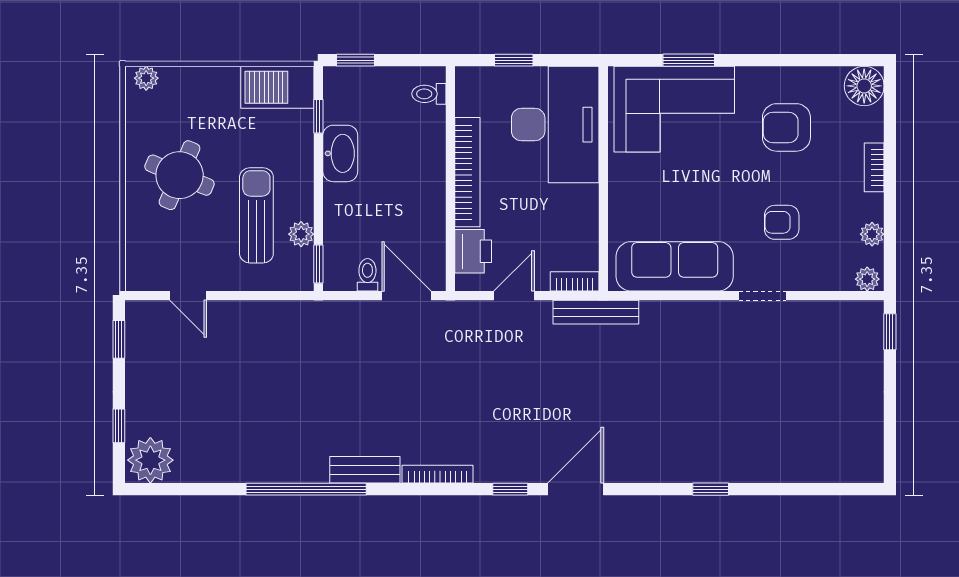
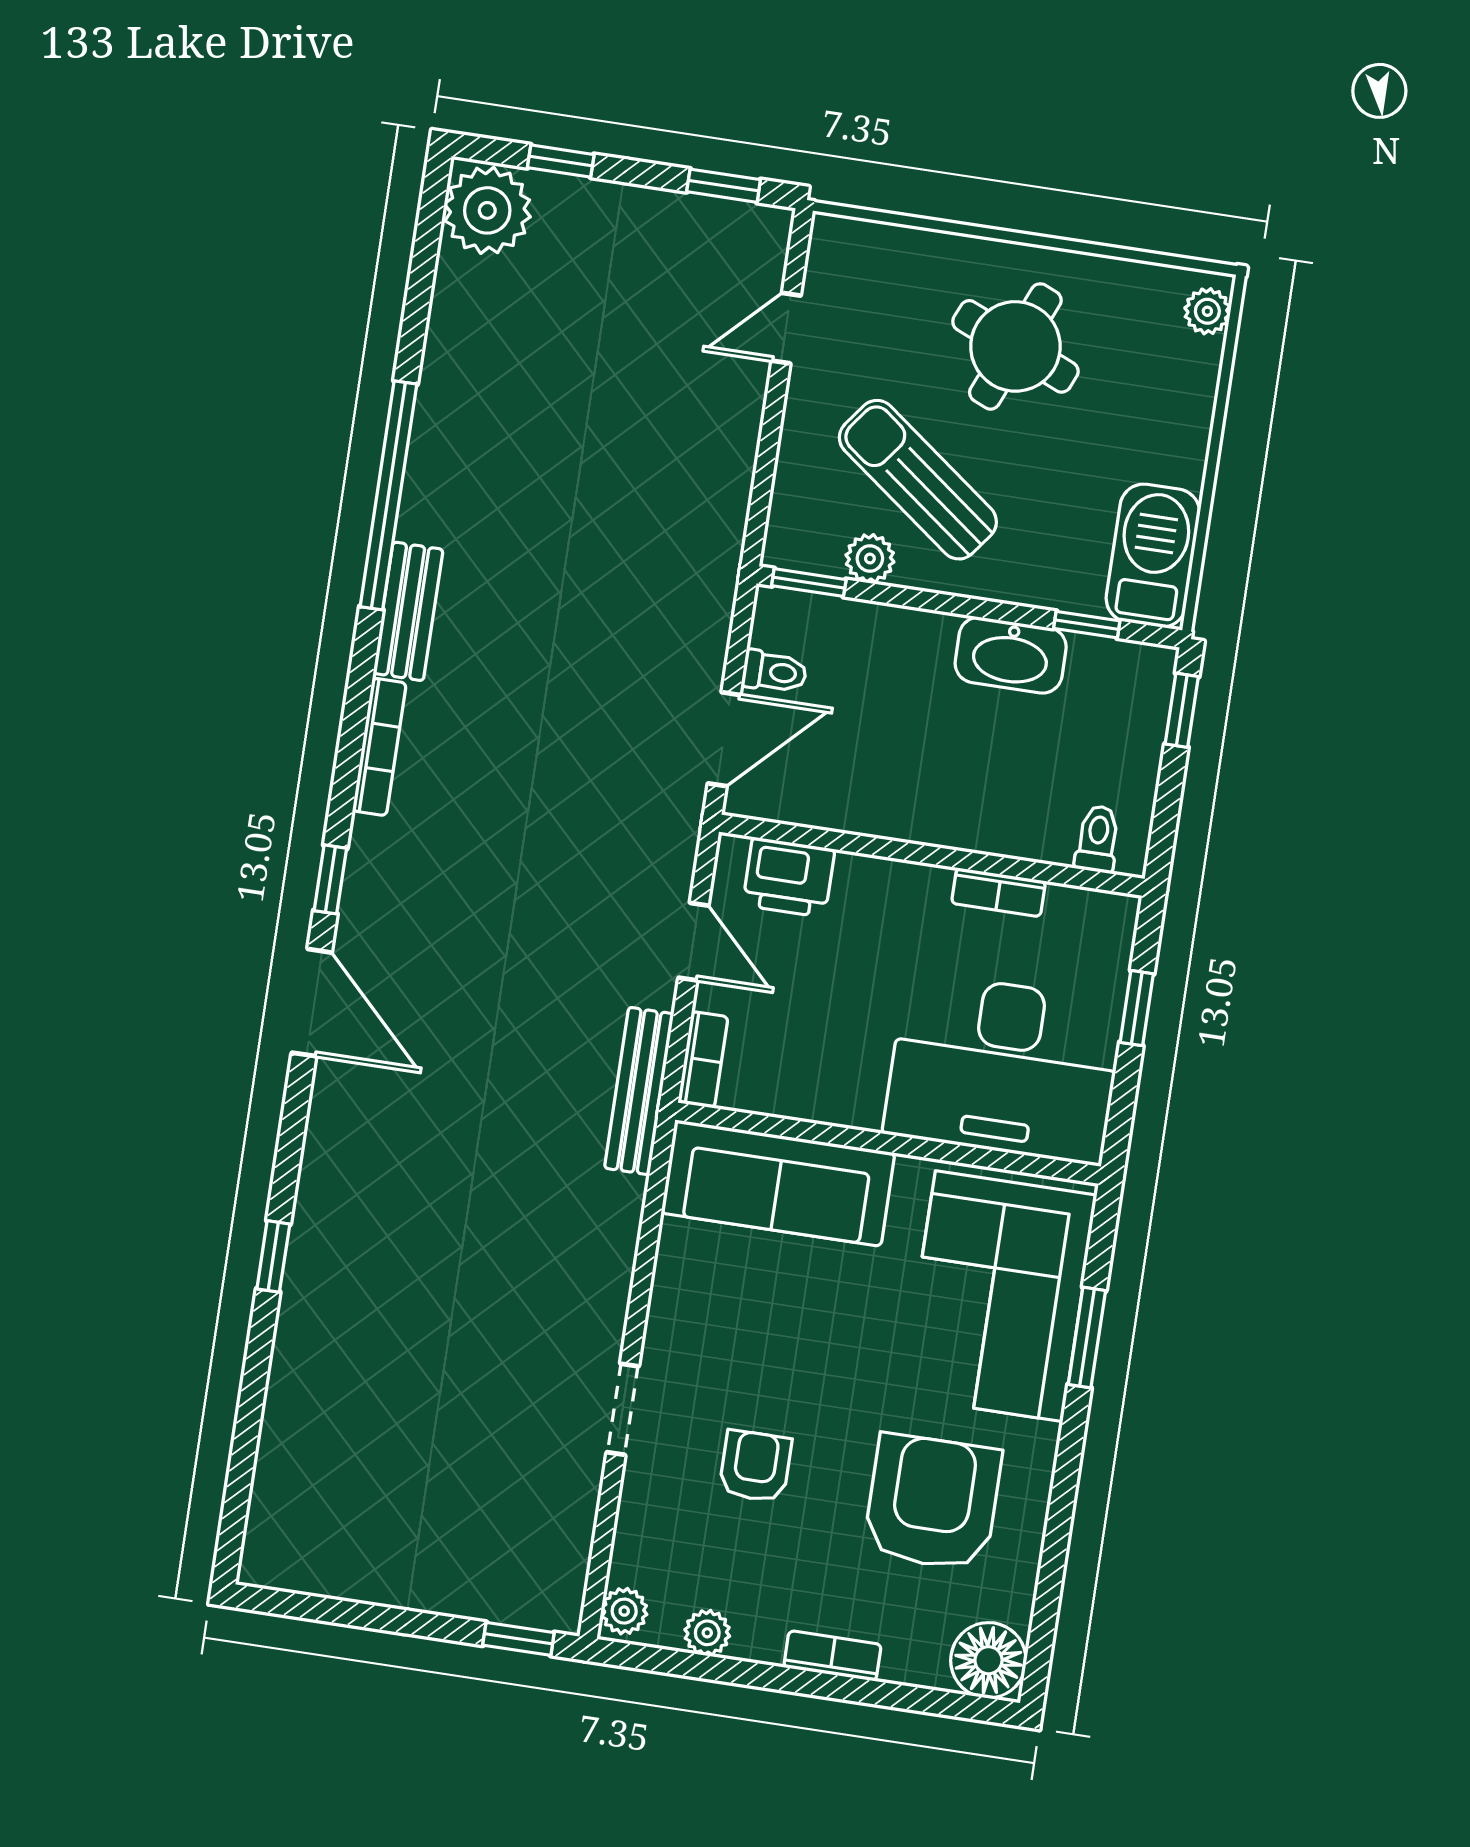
armchair: (786, 127) -> (932, 1502), width x1.36, depth x1.36
bookcase: (467, 172) -> (999, 892), width x0.43, depth x0.76
sun lounger: (256, 215) -> (918, 480), turned -143
sofa: (675, 266) -> (778, 1183), moved, turned 90

